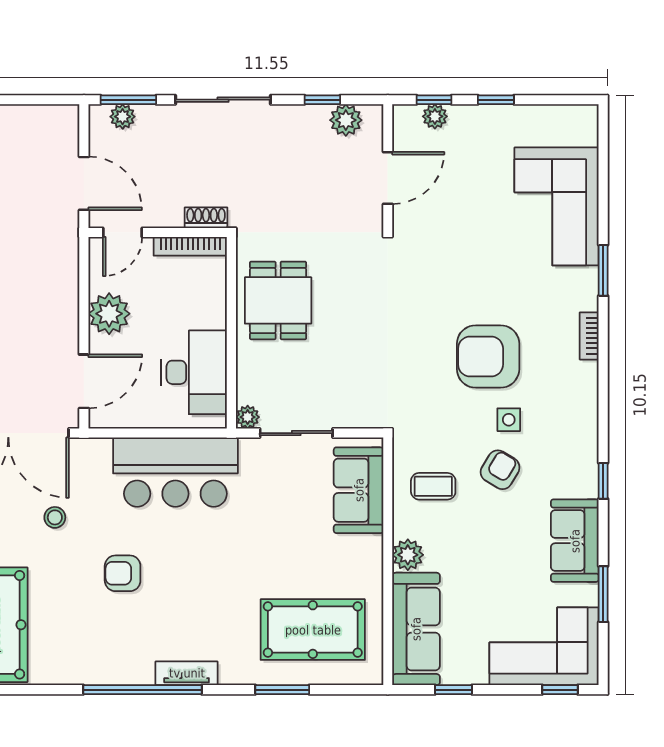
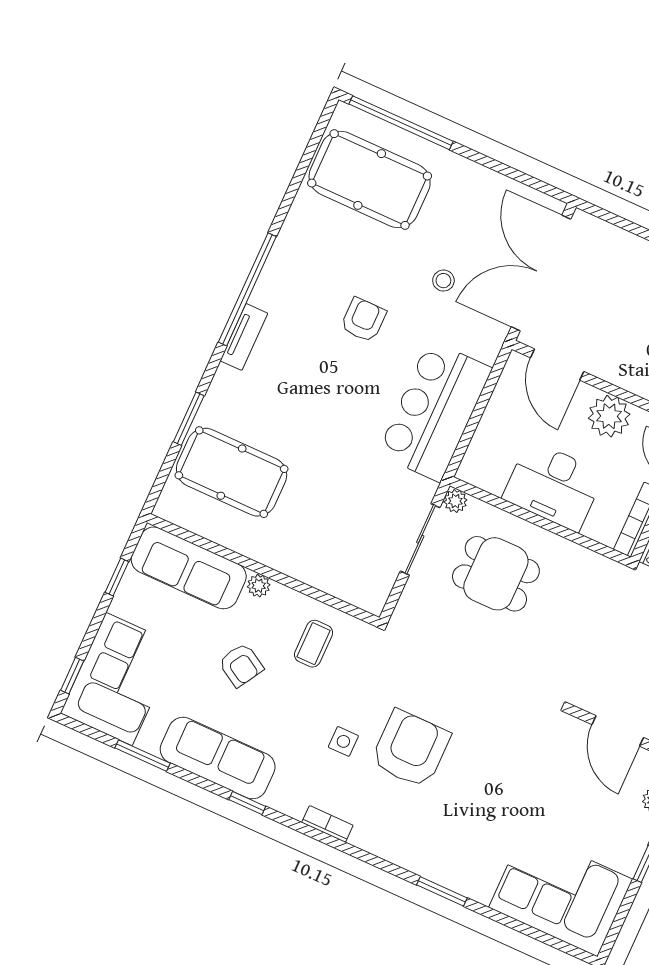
corner sofa: (557, 206) -> (561, 893), moved
dining table: (278, 300) -> (496, 574), moved
bookcase: (589, 336) -> (327, 824), moved
desk: (194, 372) -> (553, 486), moved
armchair: (500, 470) -> (241, 665), moved
sofa: (359, 490) -> (341, 573), removed
sofa: (575, 541) -> (218, 758), width x1.36
plant: (408, 555) -> (259, 586), width x0.73, depth x0.73
pool table: (313, 630) -> (232, 472), turned 90

